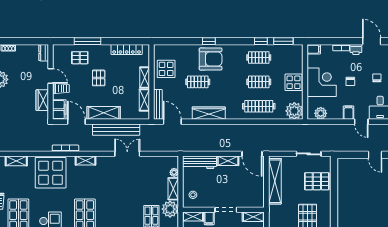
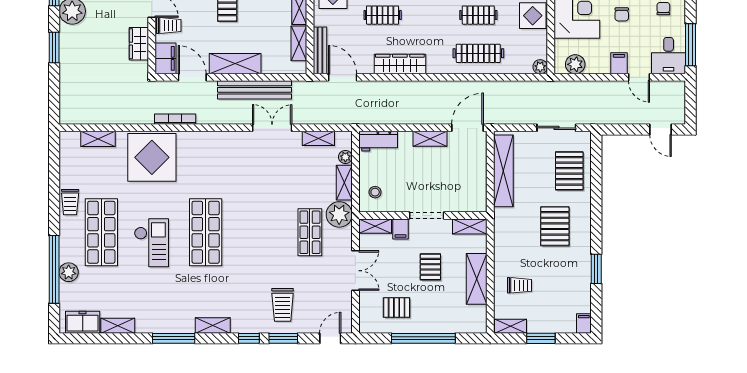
plant: (294, 111) -> (540, 67), width x0.53, depth x0.53
door: (252, 154) -> (468, 128), swing flipped
shelving: (85, 161) -> (318, 138), moved
workbench: (199, 162) -> (378, 141), width x0.73
pallet: (317, 181) -> (569, 171), turned 90

